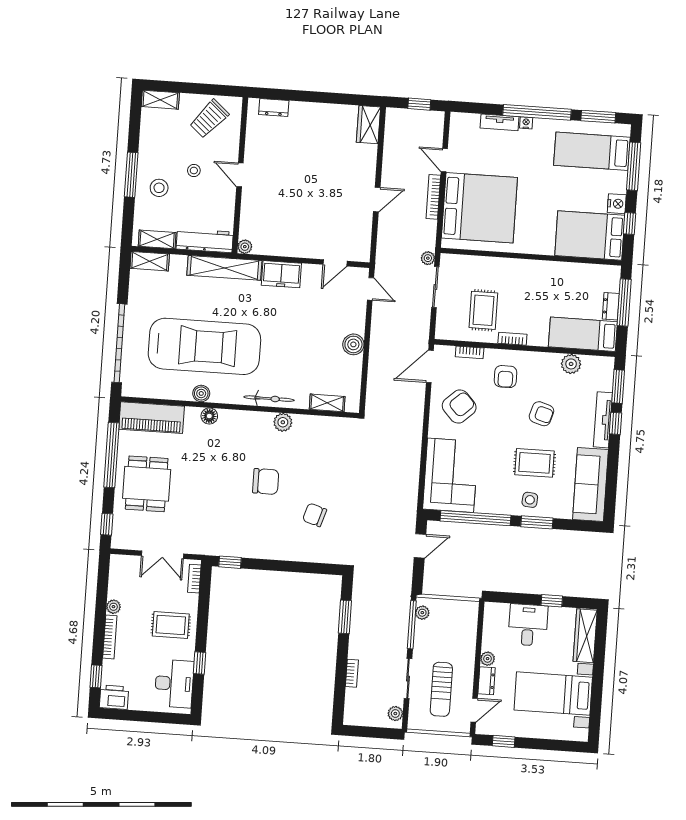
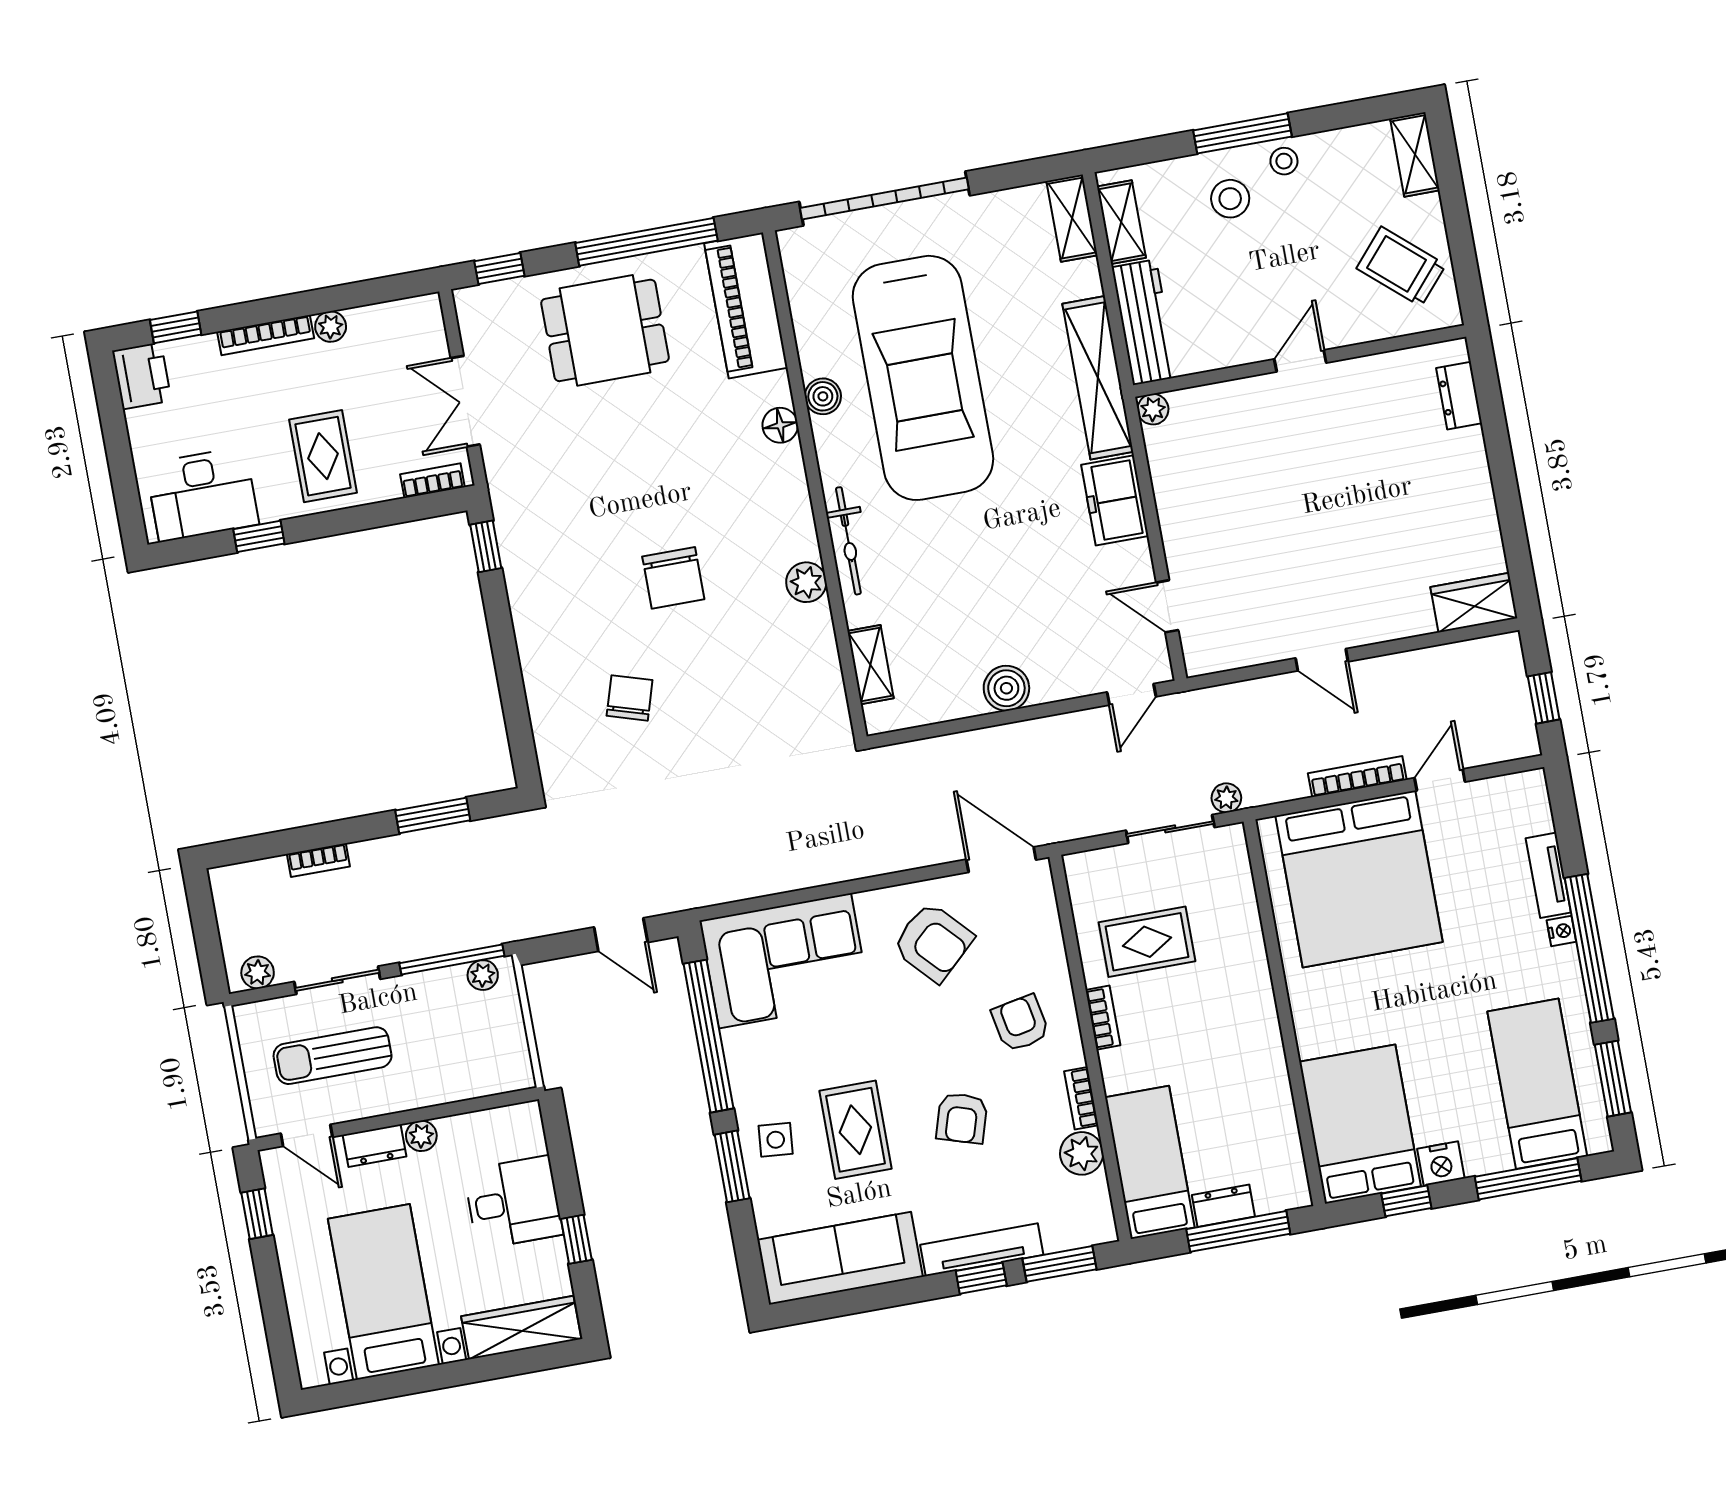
stool: (194, 170) -> (1284, 161), moved
bookcase: (470, 352) -> (1081, 1098), moved
armchair: (506, 377) -> (1020, 1023), turned 79

